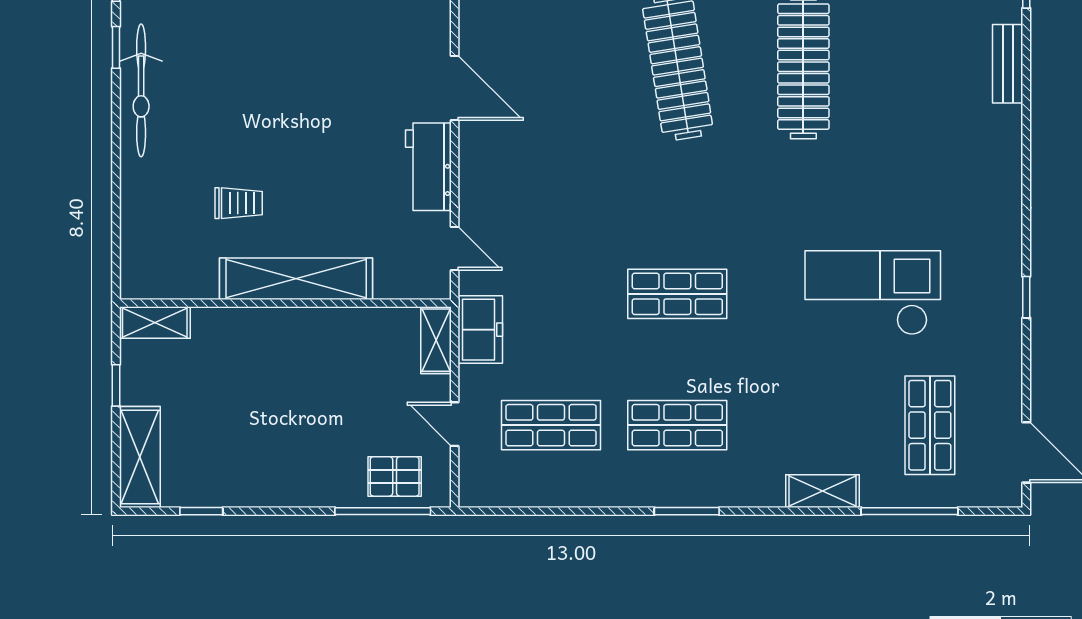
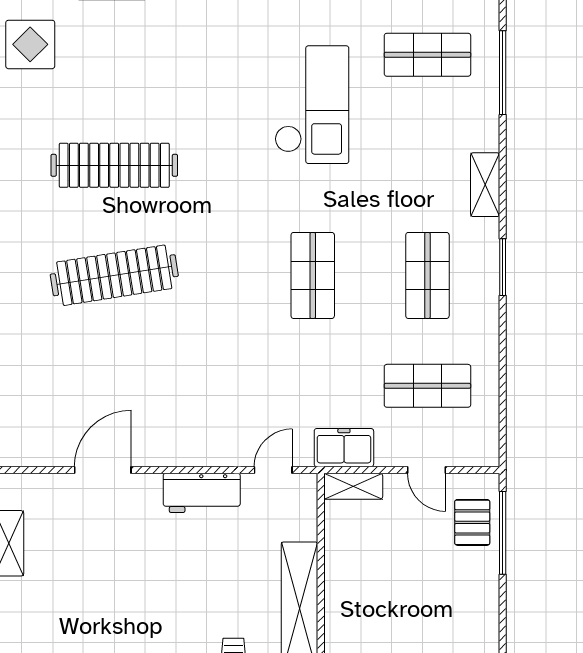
door: (455, 88) -> (103, 470), moved
checkout: (873, 293) -> (312, 105), turned 180
door: (455, 424) -> (427, 470), hinge flipped
shop shelf: (551, 425) -> (427, 386), turned 90
shelving: (823, 491) -> (485, 185), moved

